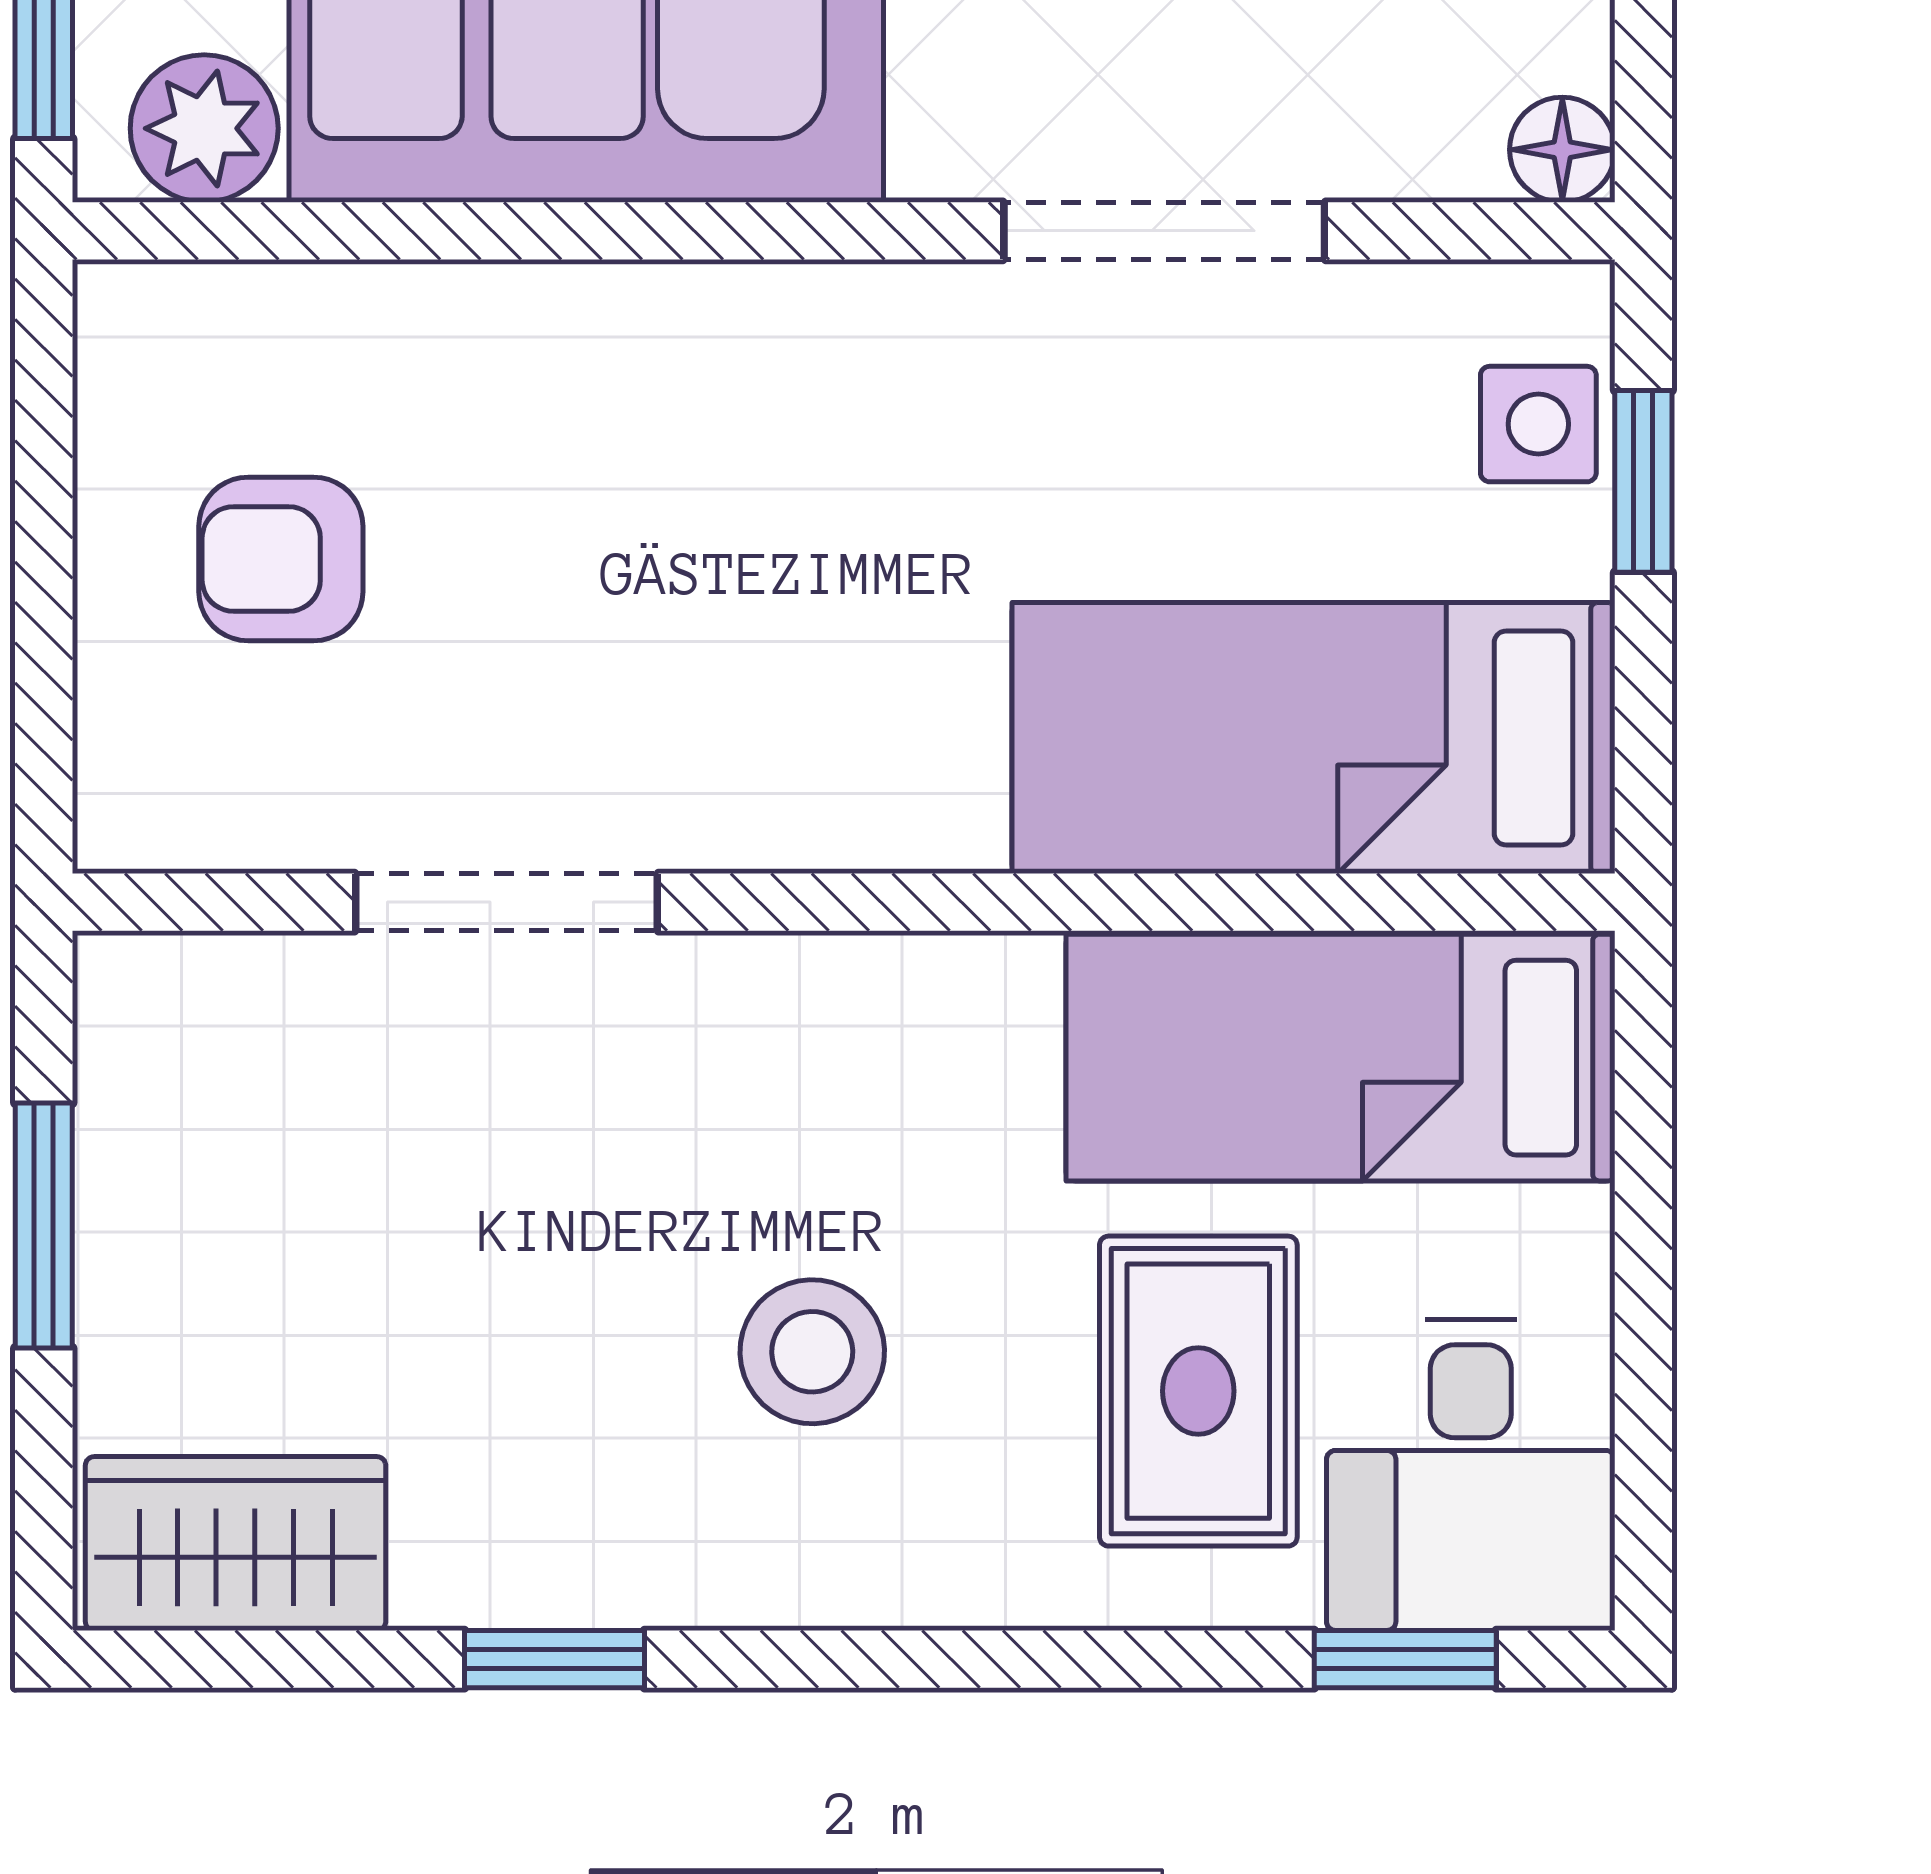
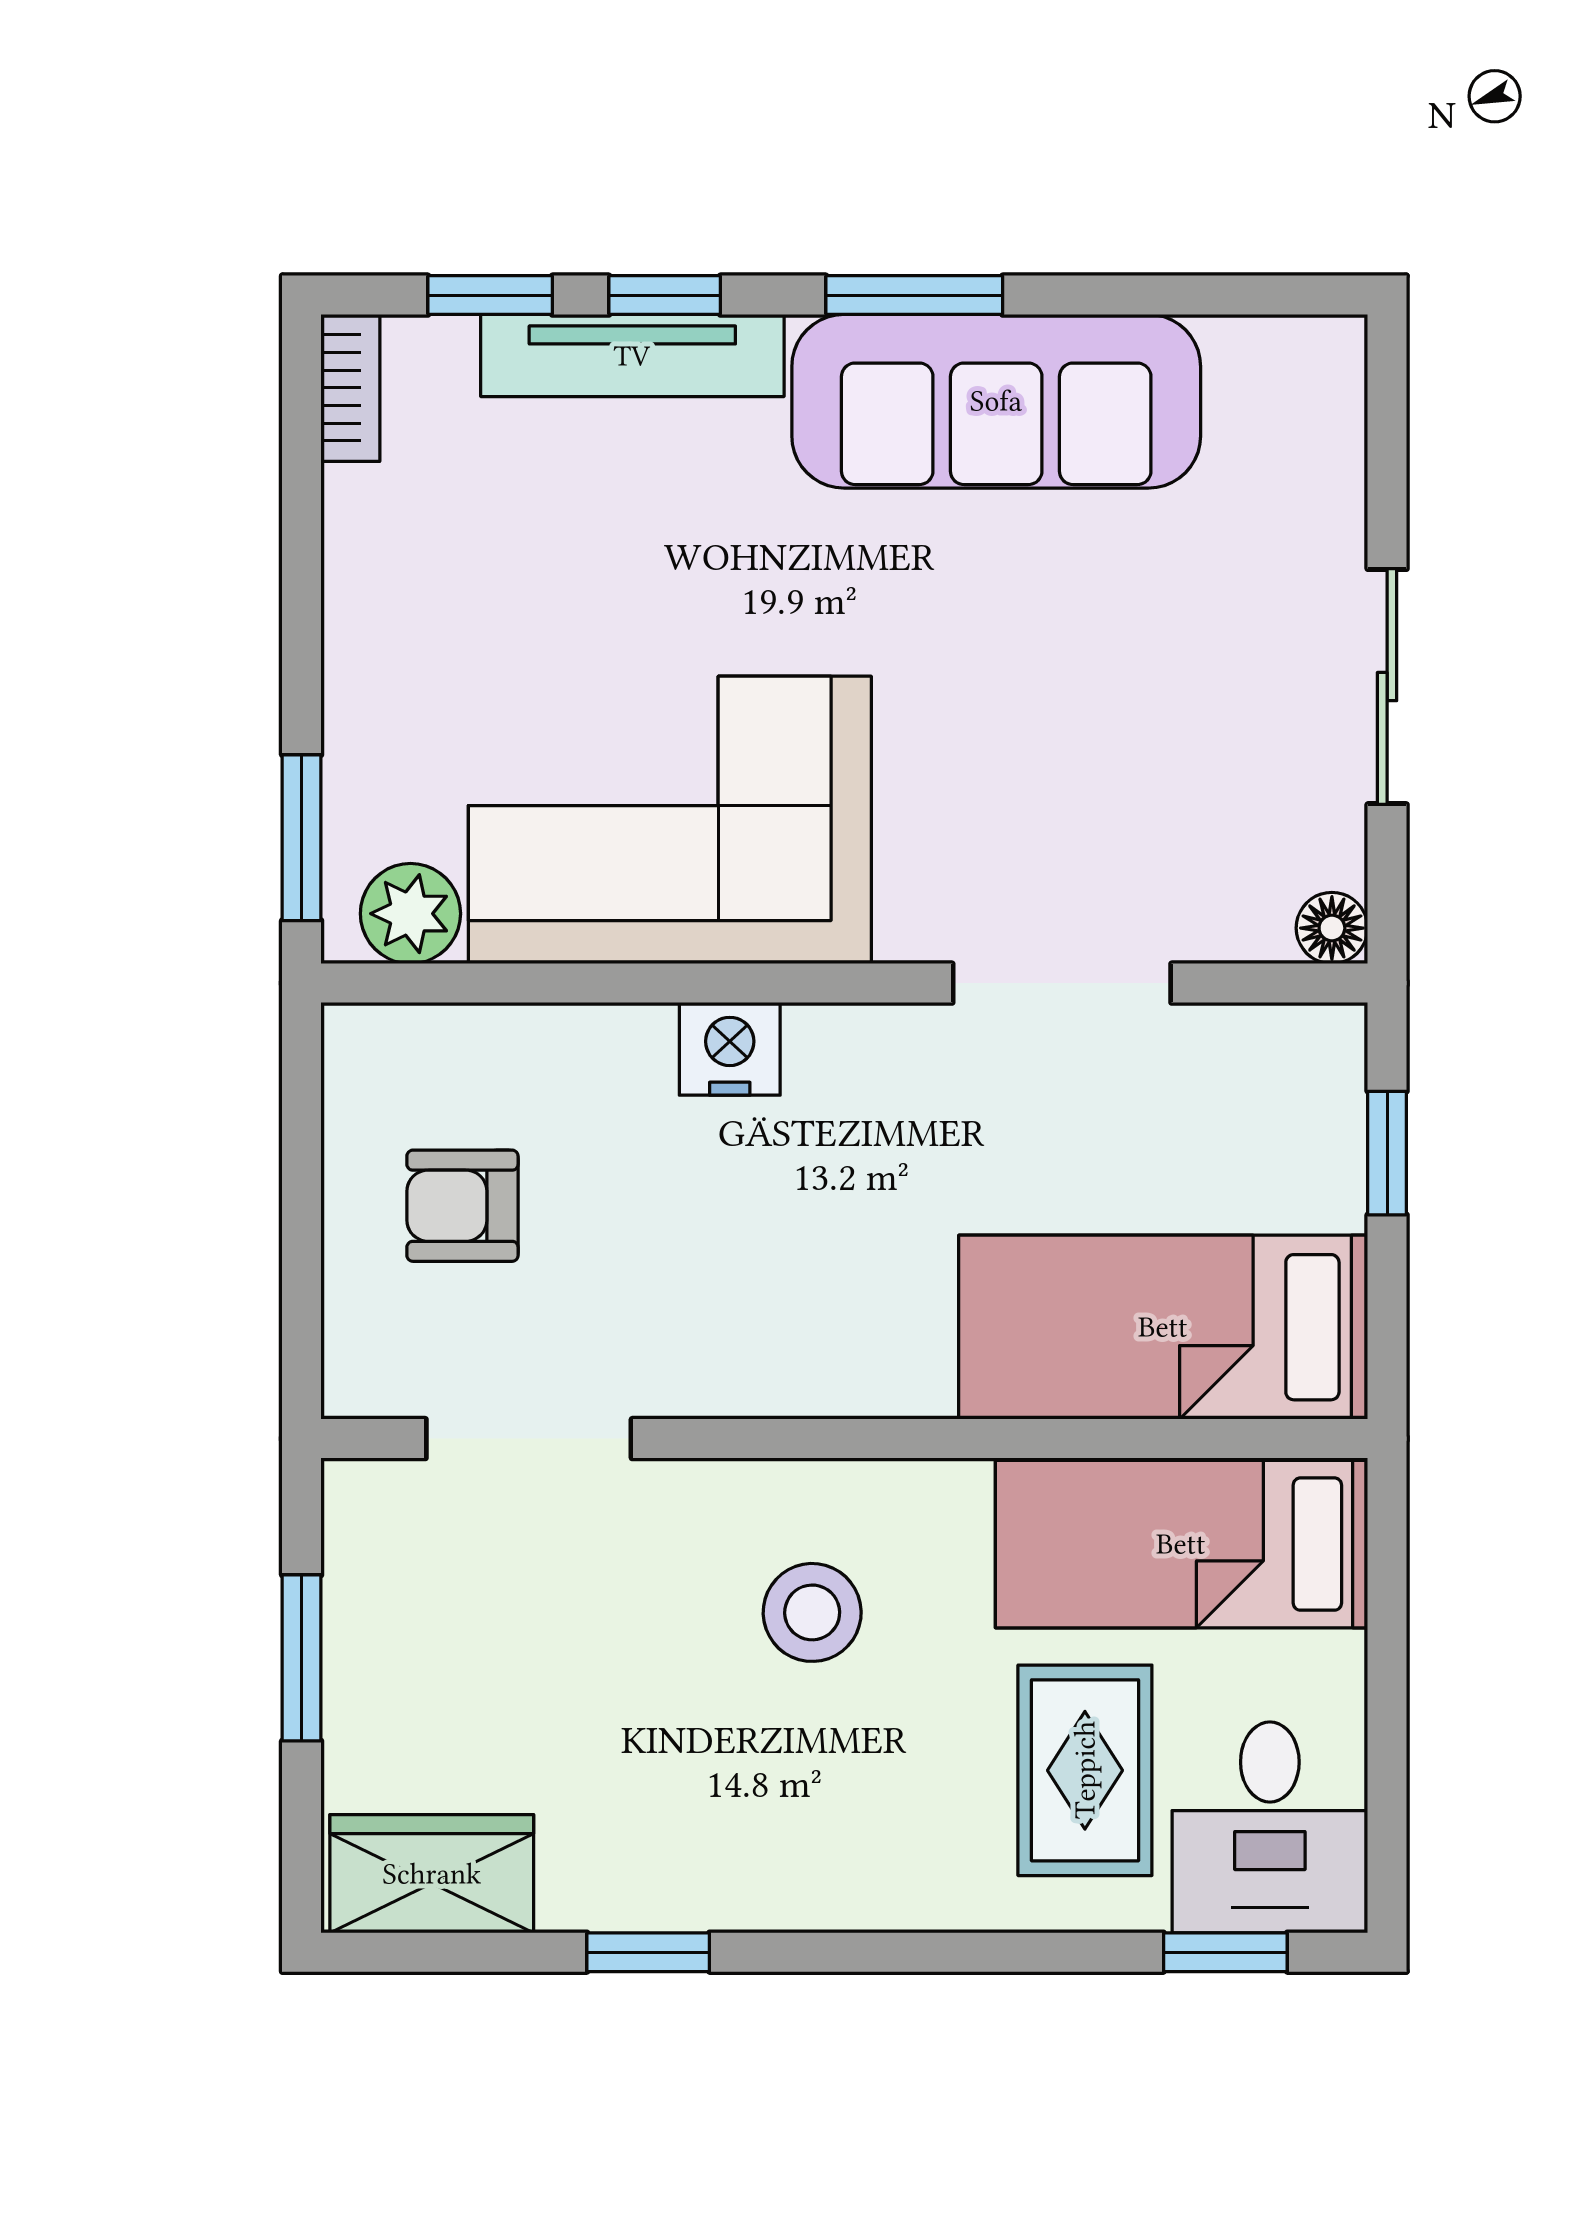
nightstand: (675, 328) -> (730, 1049), added
side table: (1538, 424) -> (1316, 1114), removed
doorway: (506, 902) -> (529, 1439), moved
stool: (812, 1352) -> (812, 1612), moved

